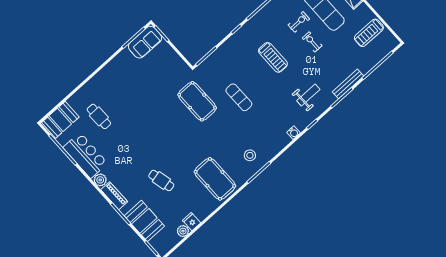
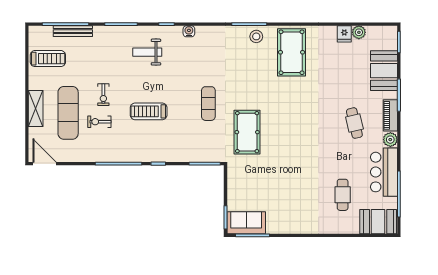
treadmill: (273, 57) -> (149, 111), turned -90
bench: (348, 84) -> (73, 31), moved
stool: (250, 155) -> (256, 36), moved
cafe table: (161, 180) -> (354, 123), moved

